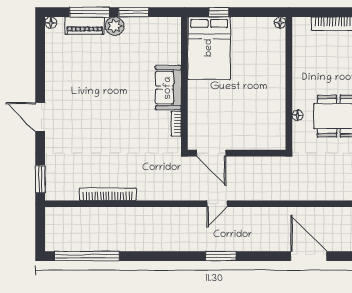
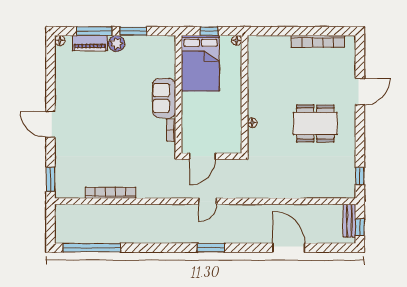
floor lamp: (280, 23) -> (237, 40), moved
wall: (289, 83) -> (245, 94), moved
floor lamp: (297, 115) -> (252, 123), moved
door: (211, 153) -> (202, 156), hinge flipped

